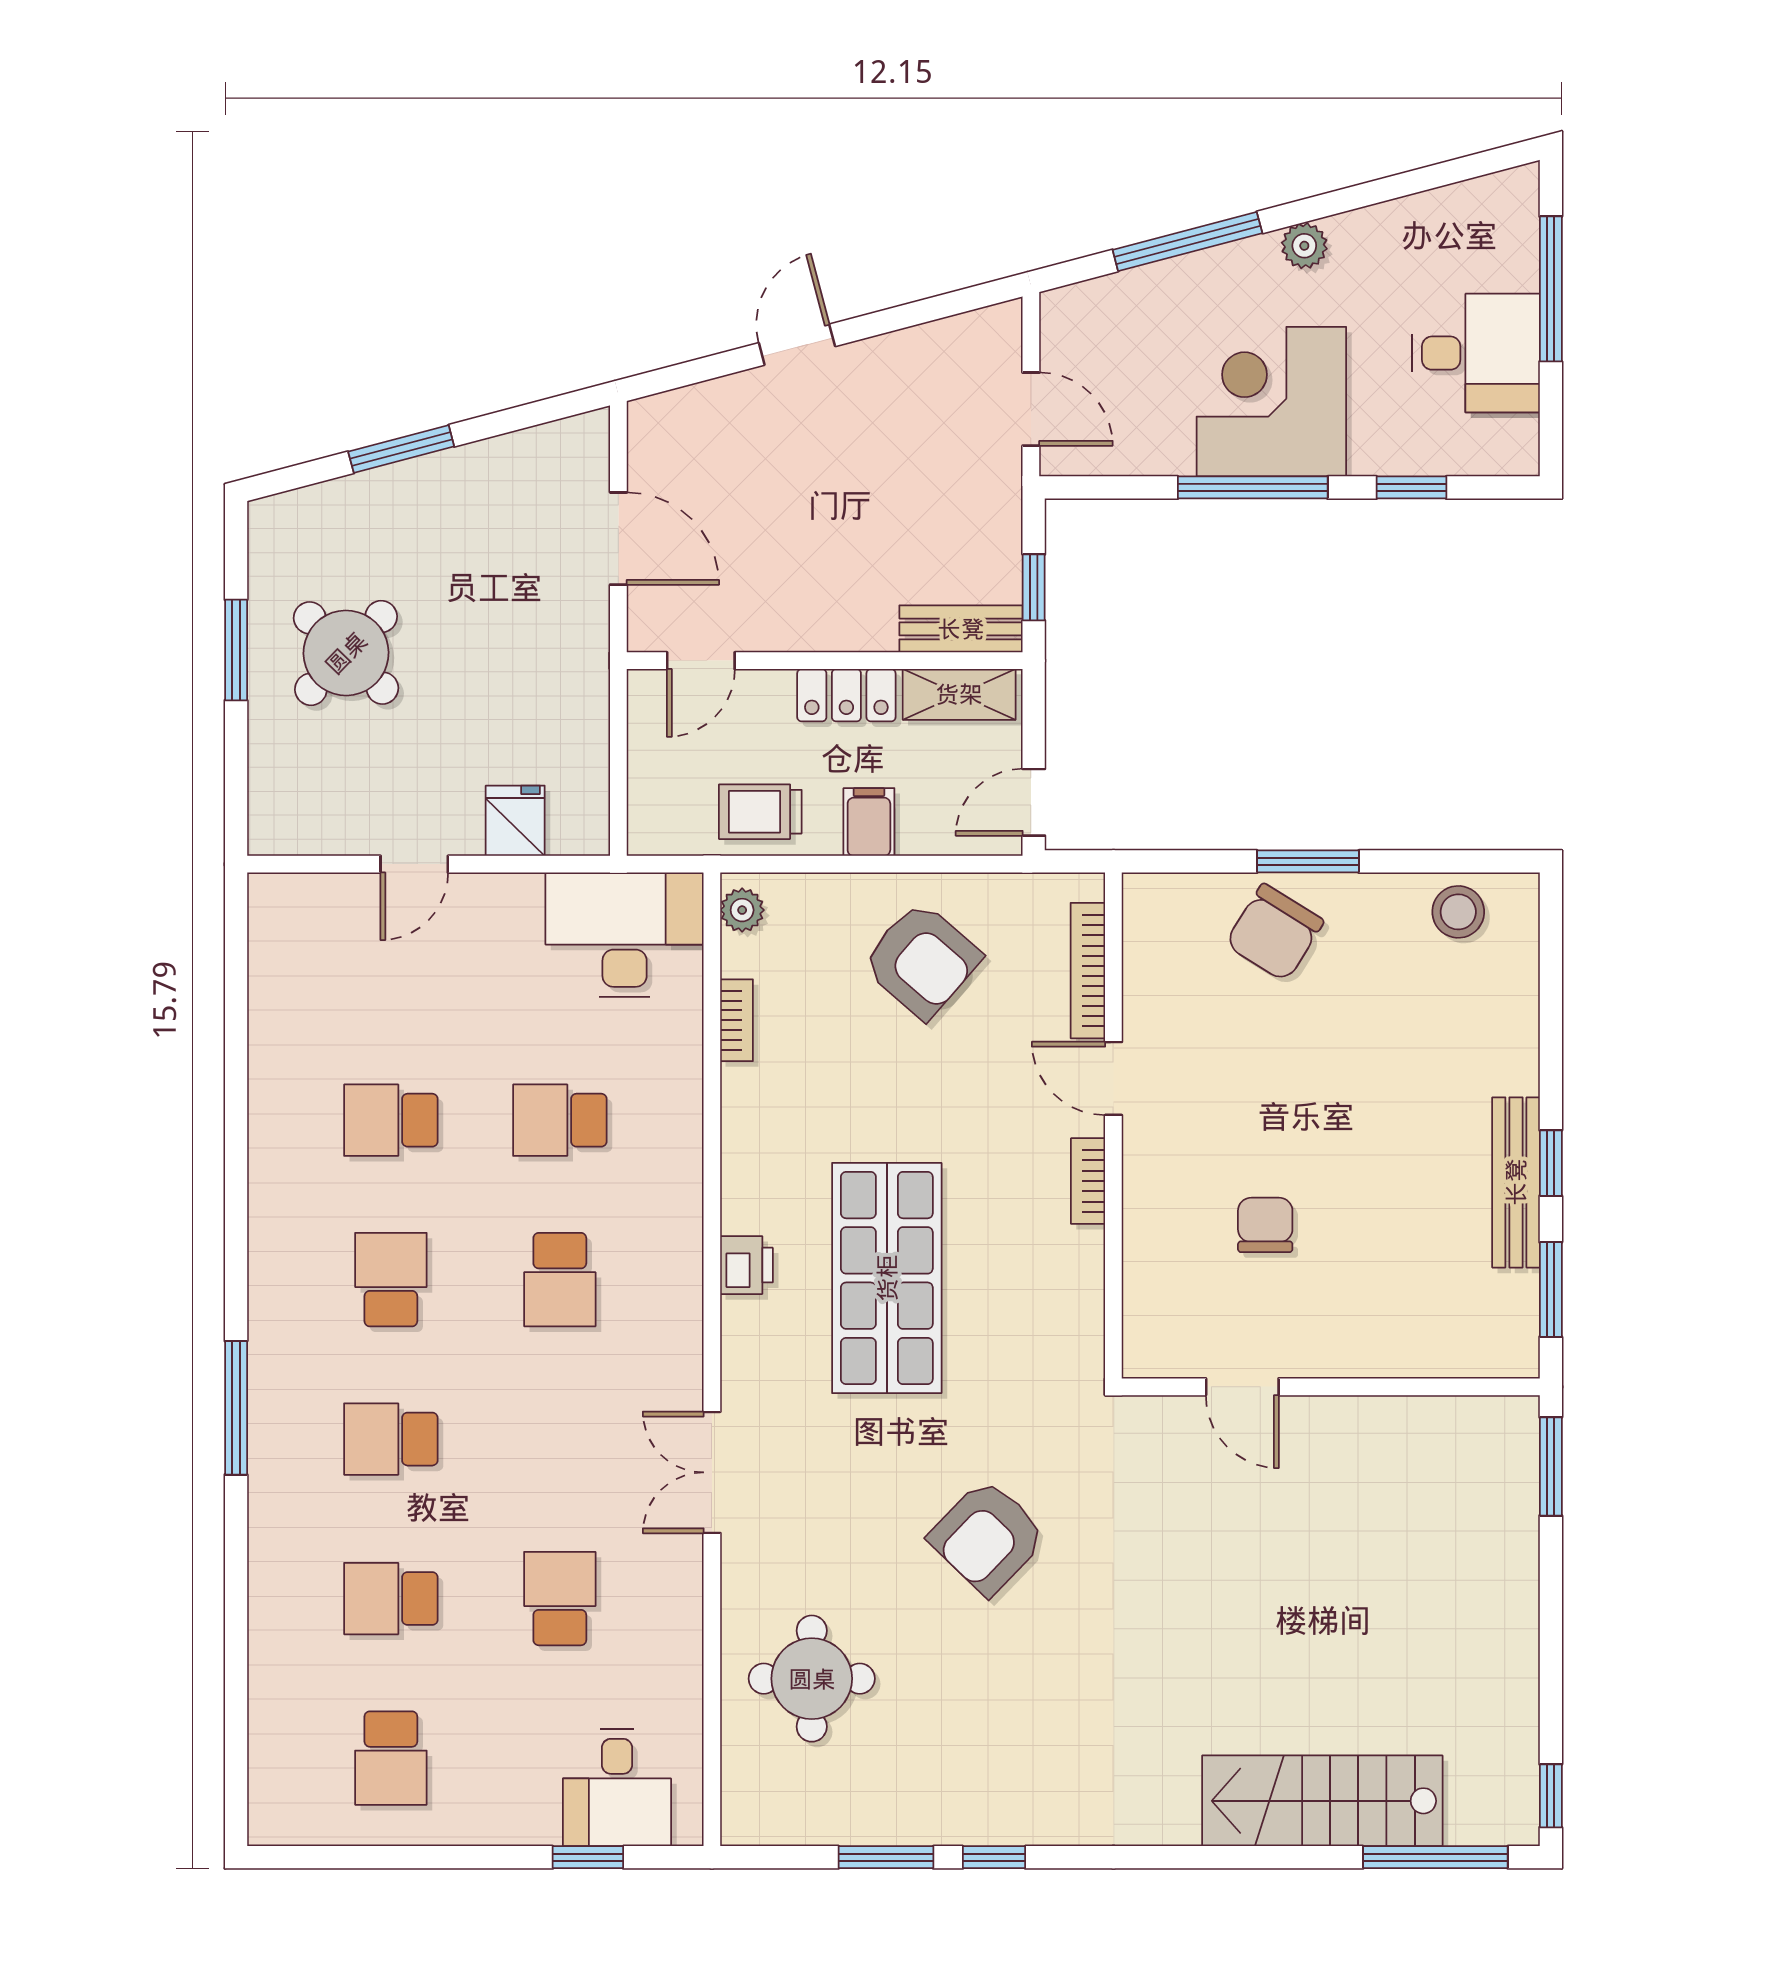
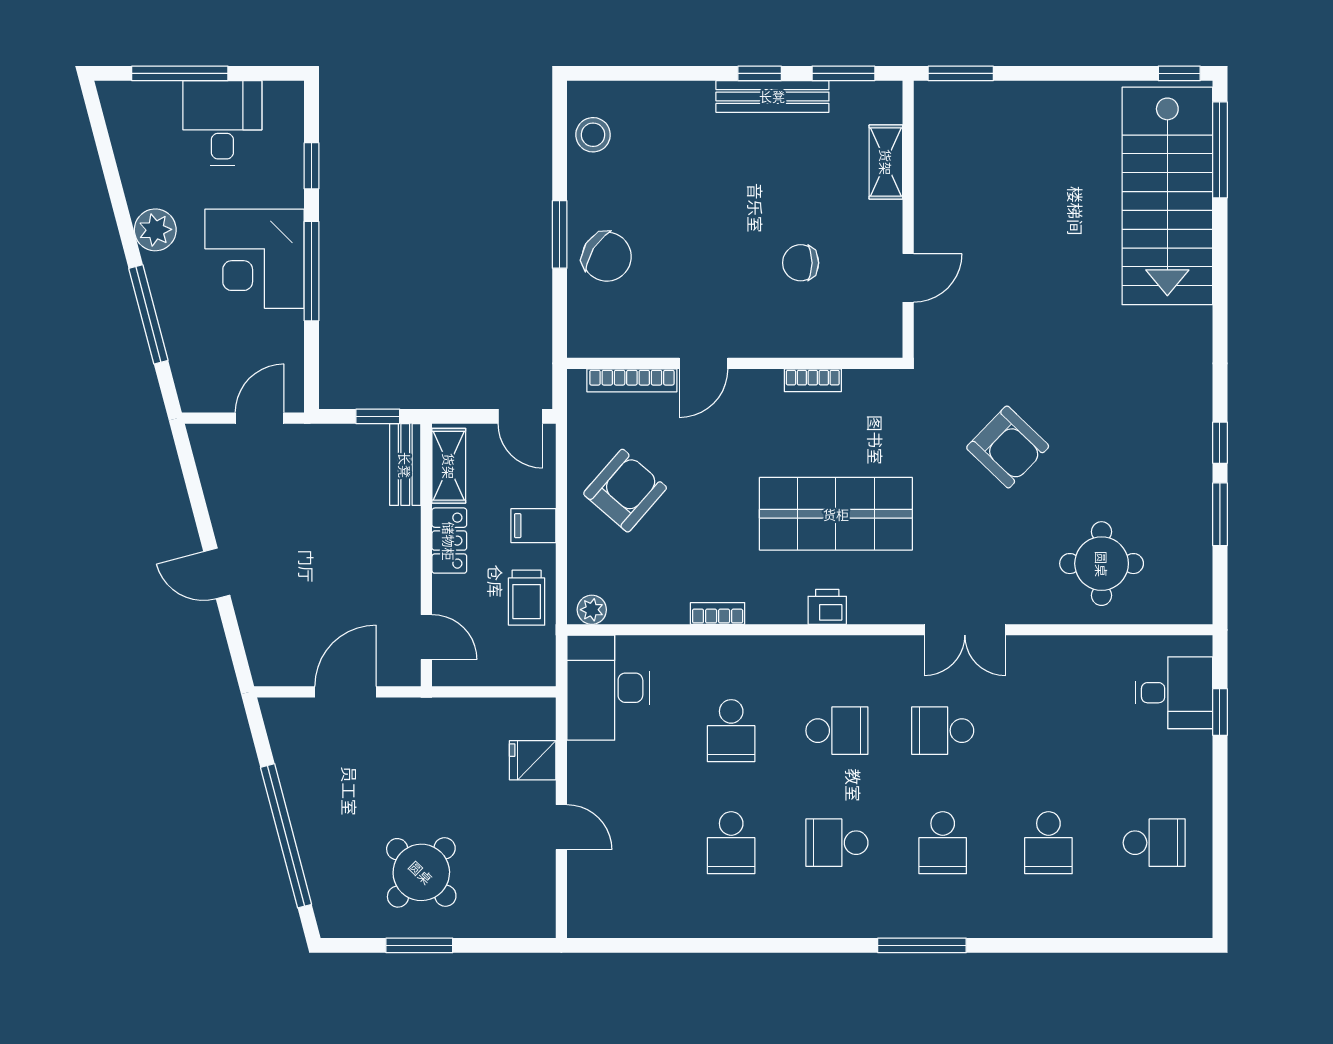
plant: (1304, 246) -> (155, 230), width x1.38, depth x1.38
window: (401, 449) -> (286, 836), width x2.11
bookcase: (737, 1020) -> (718, 613), moved
bookcase: (1088, 1181) -> (813, 380), moved
shelving: (1417, 1353) -> (886, 162), added
school desk: (560, 1599) -> (943, 731), moved
stairs: (1322, 1801) -> (1167, 196), width x1.36, depth x1.51

